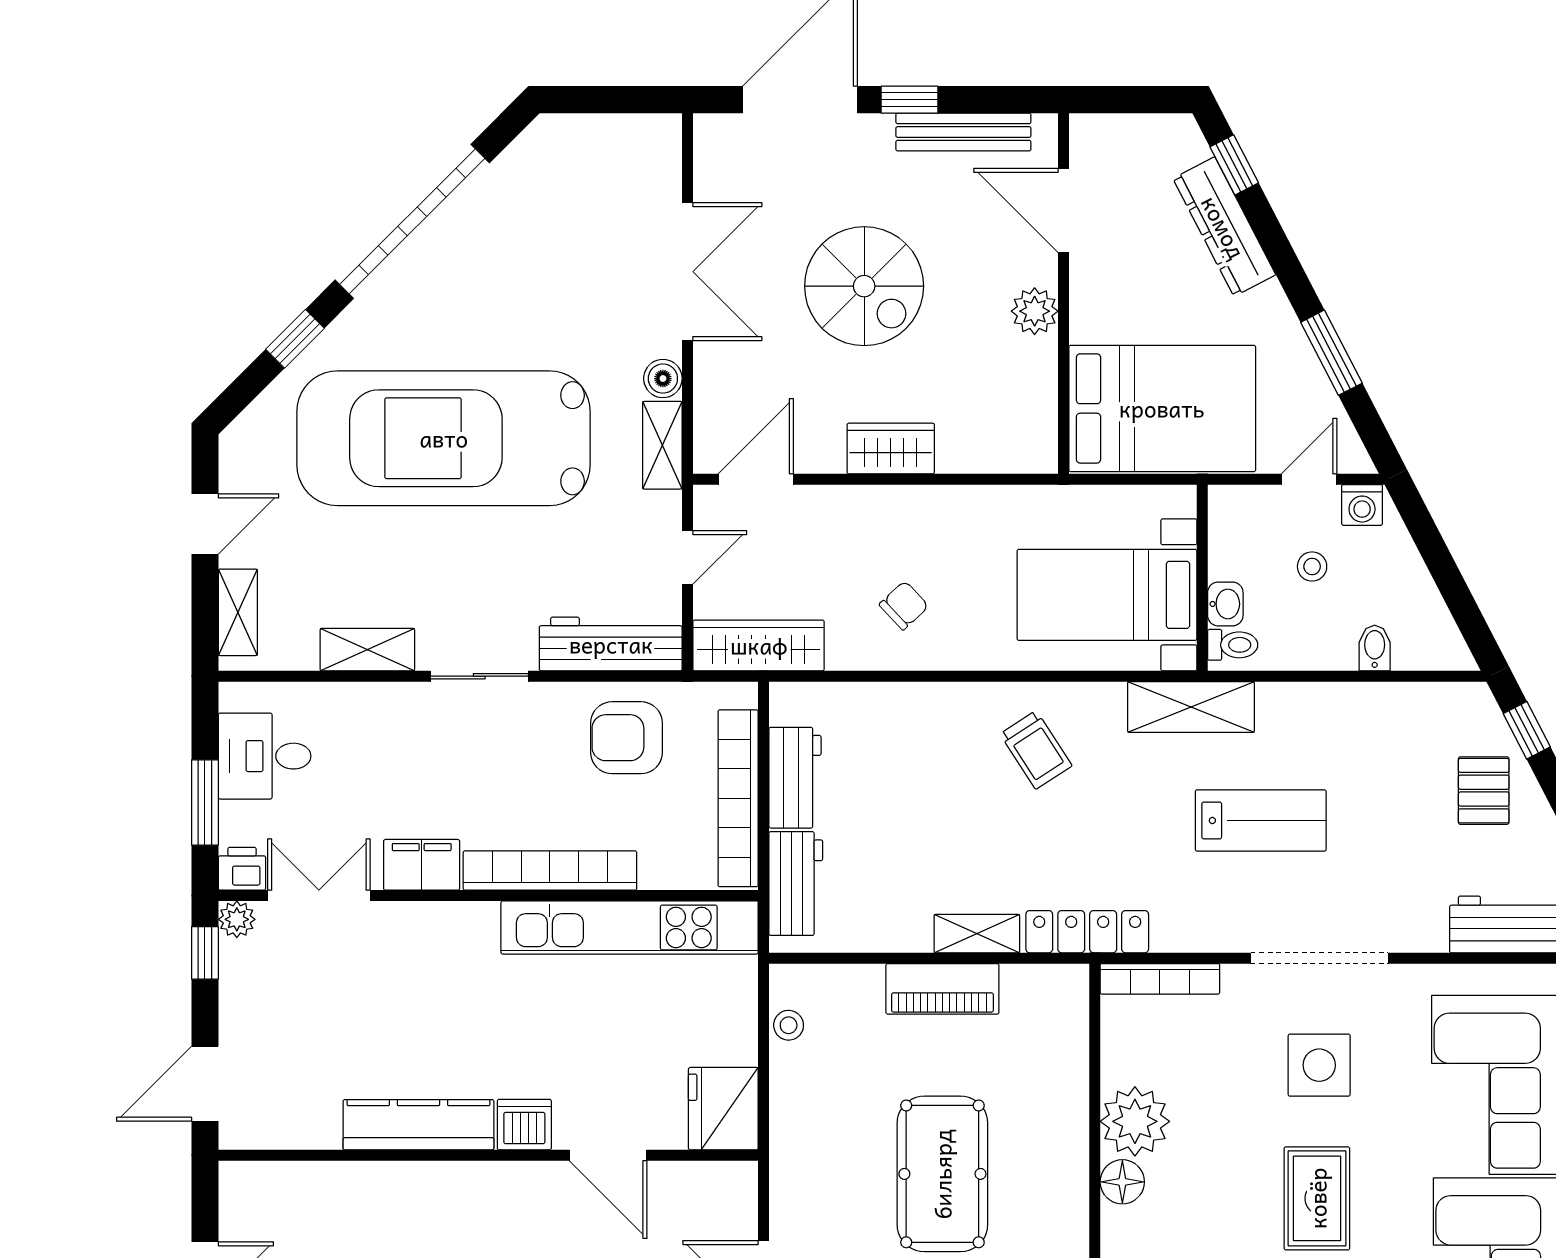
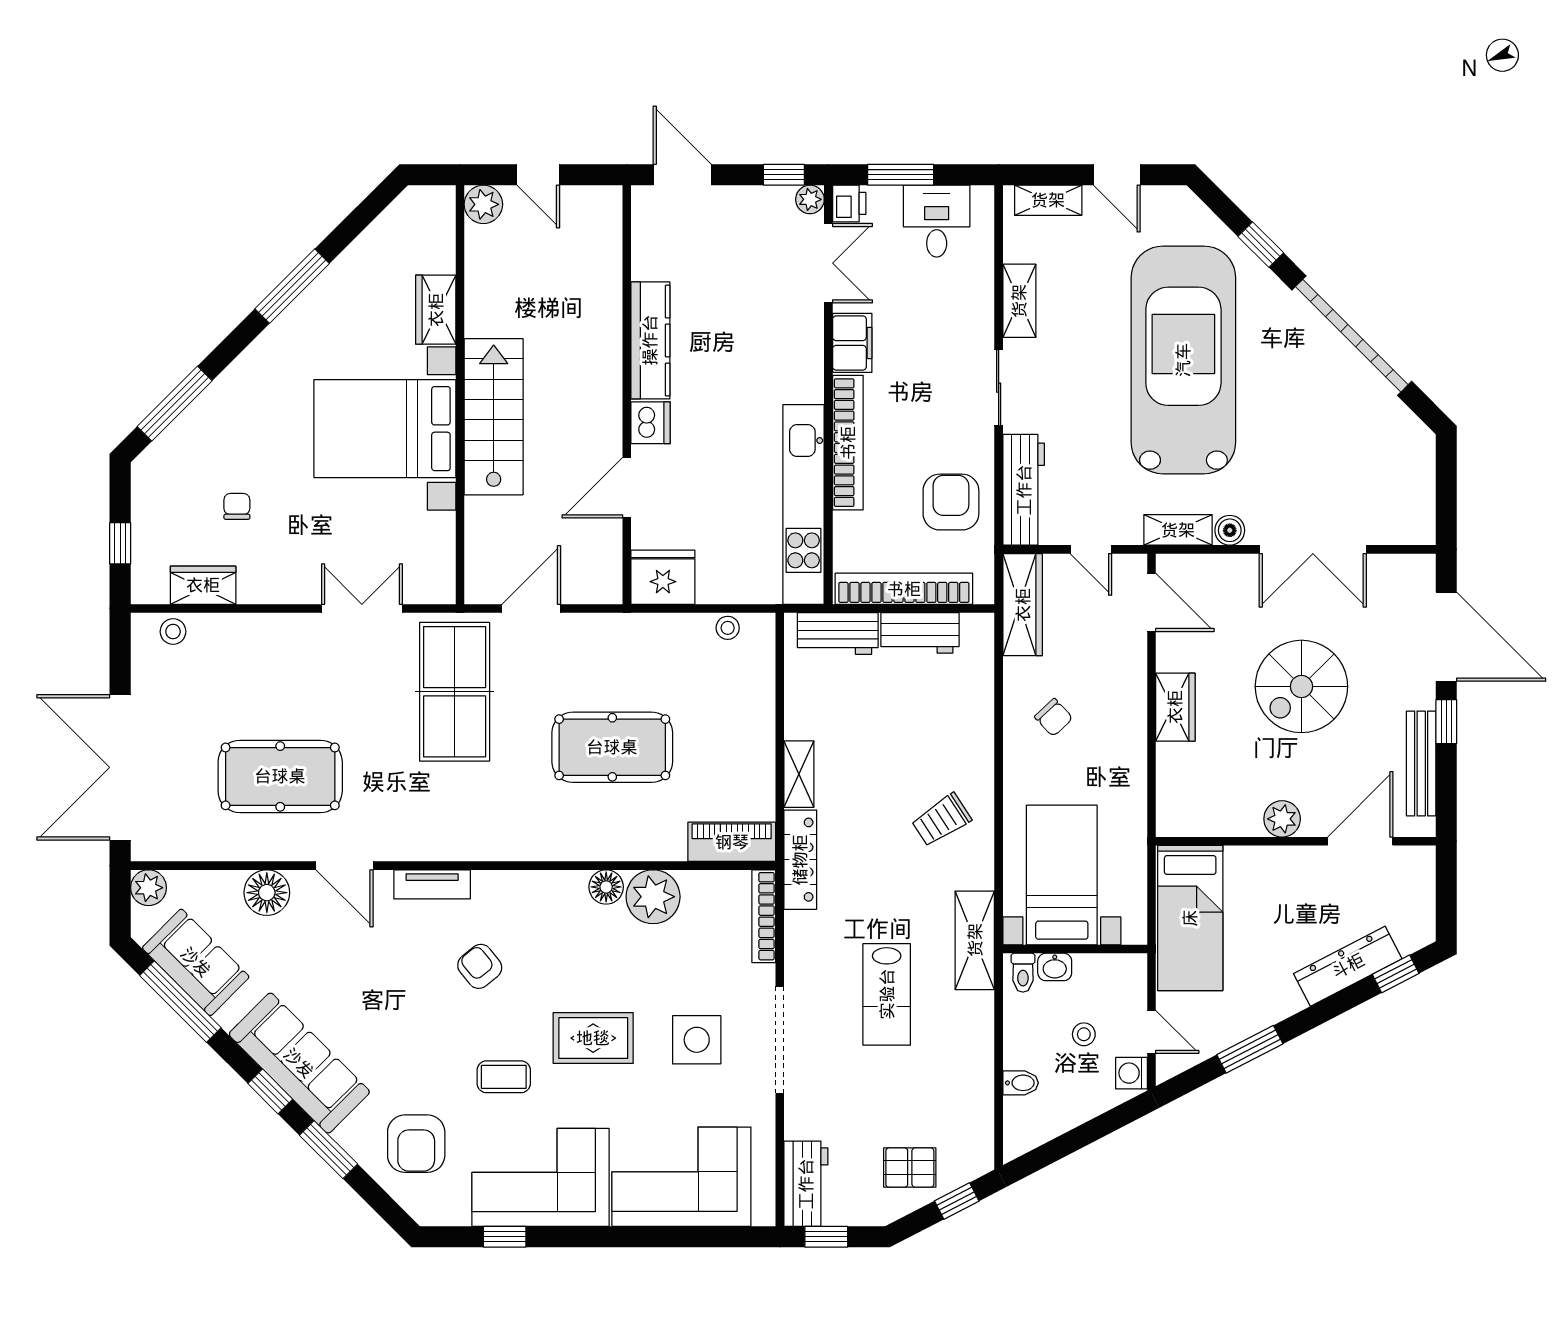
bed: (1162, 408) -> (1190, 918), width x0.67
piano: (942, 989) -> (732, 842), moved, turned 90

